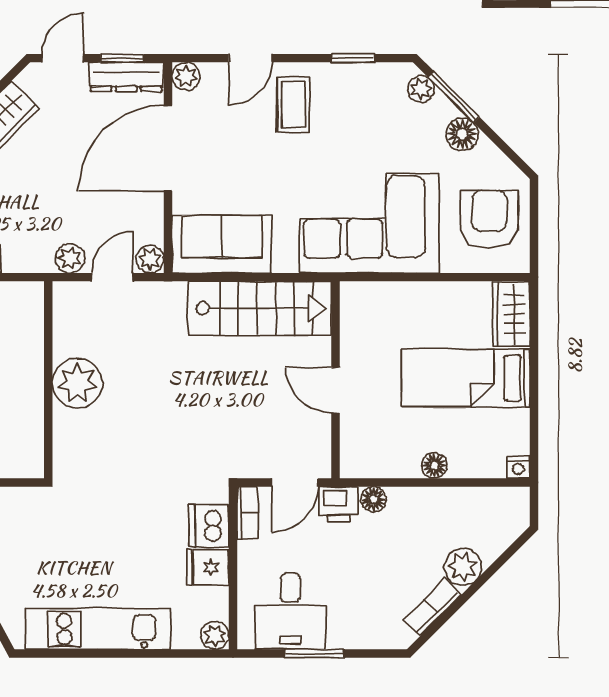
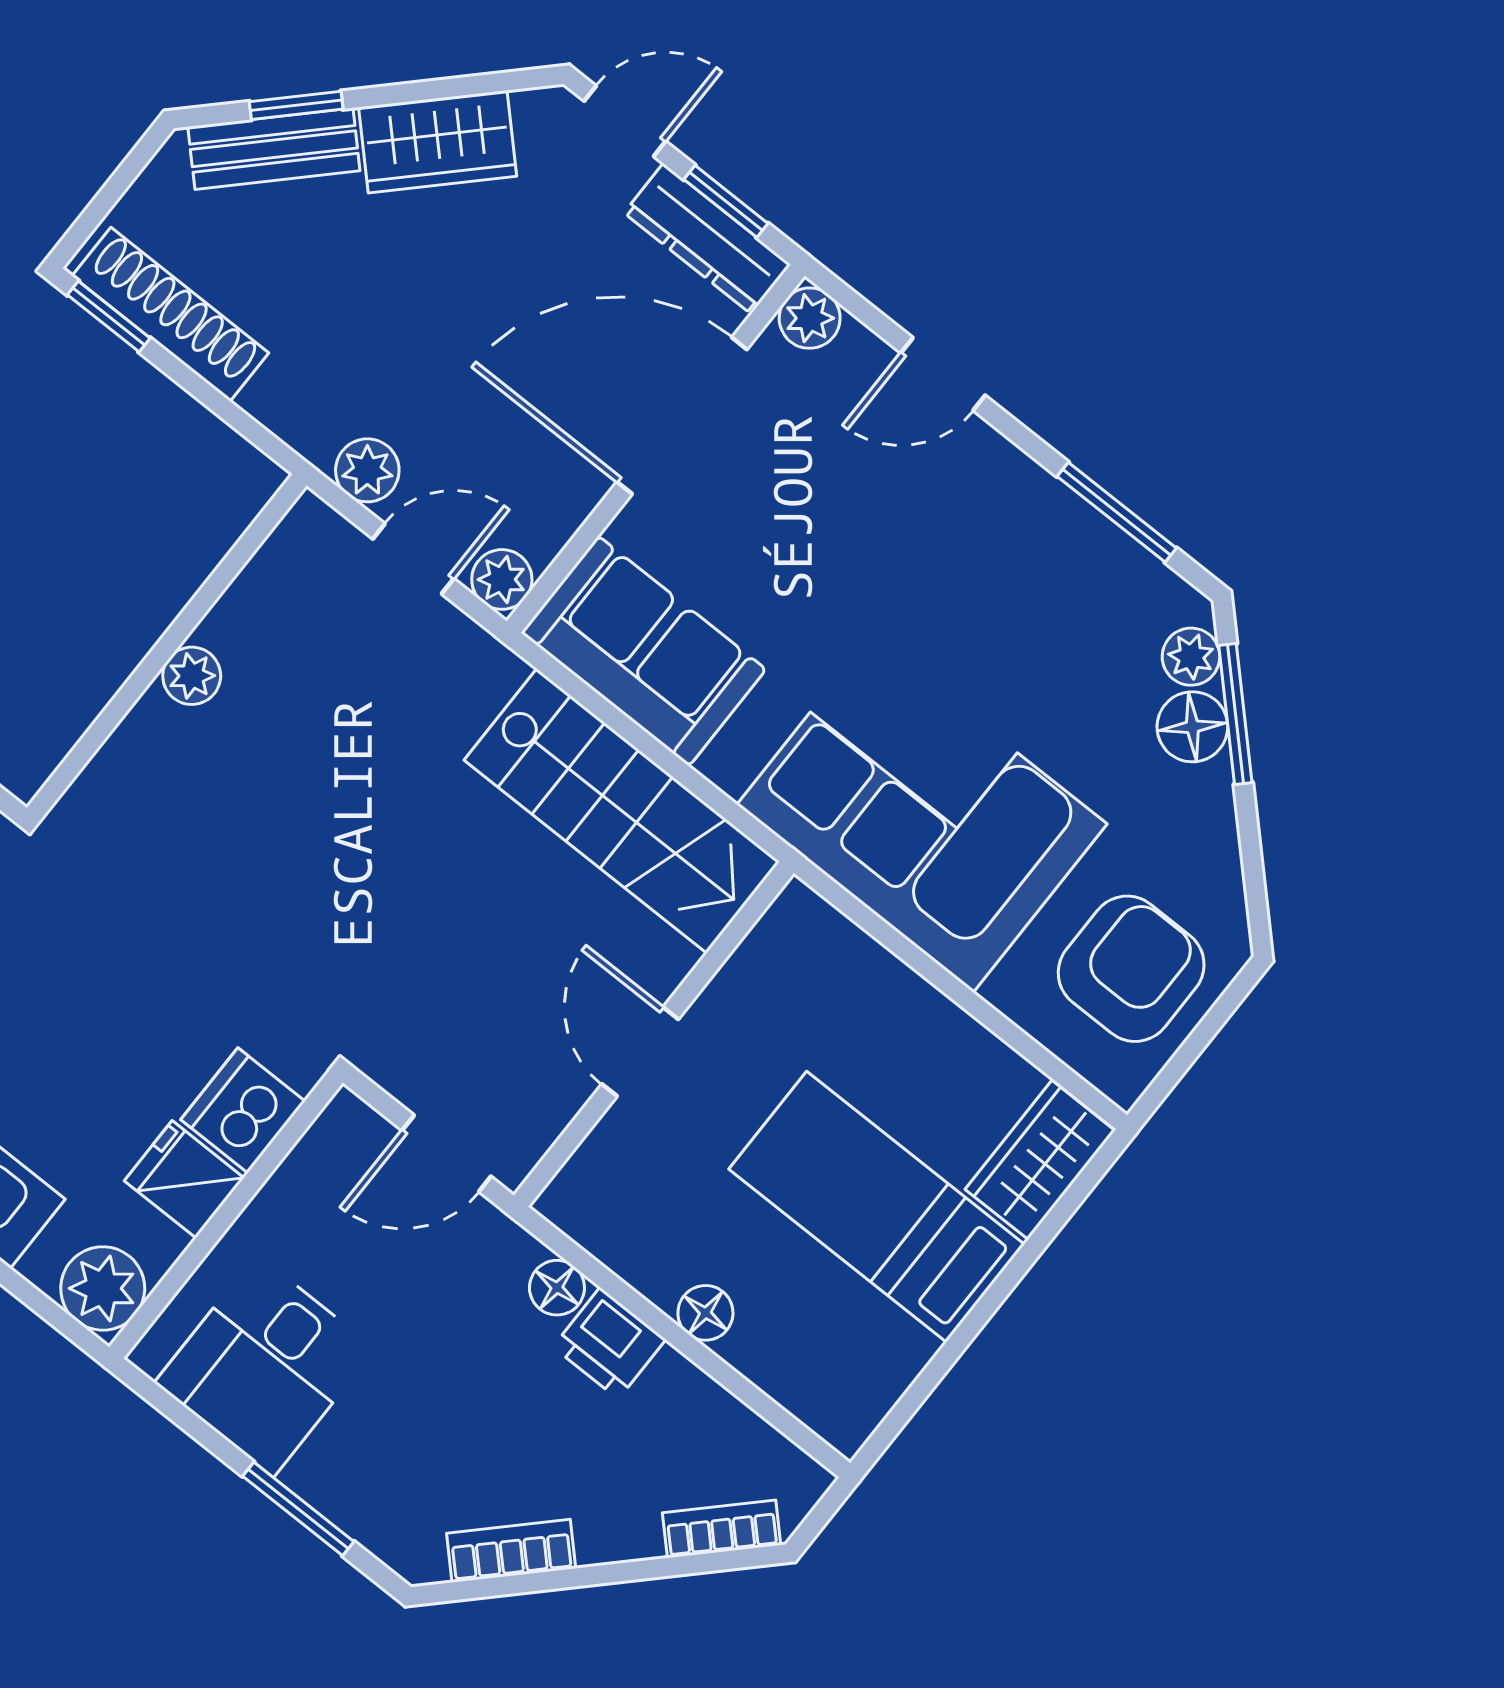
window: (353, 58) -> (1117, 512), width x1.50
coffee table: (293, 105) -> (953, 511), removed
floor lamp: (462, 134) -> (1192, 727), moved
plant: (77, 383) -> (192, 676), width x0.53, depth x0.53
nightstand: (518, 467) -> (846, 1429), removed
printer: (339, 504) -> (609, 1343), moved
bookcase: (248, 513) -> (722, 1529), moved, turned -135
plant: (463, 567) -> (617, 1523), removed
plant: (215, 635) -> (103, 1288), width x1.38, depth x1.38
window: (314, 654) -> (298, 1509), moved

